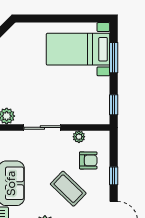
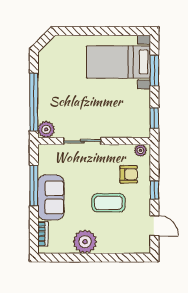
plant: (79, 137) -> (140, 150), moved
coffee table: (68, 189) -> (108, 203), turned -44

